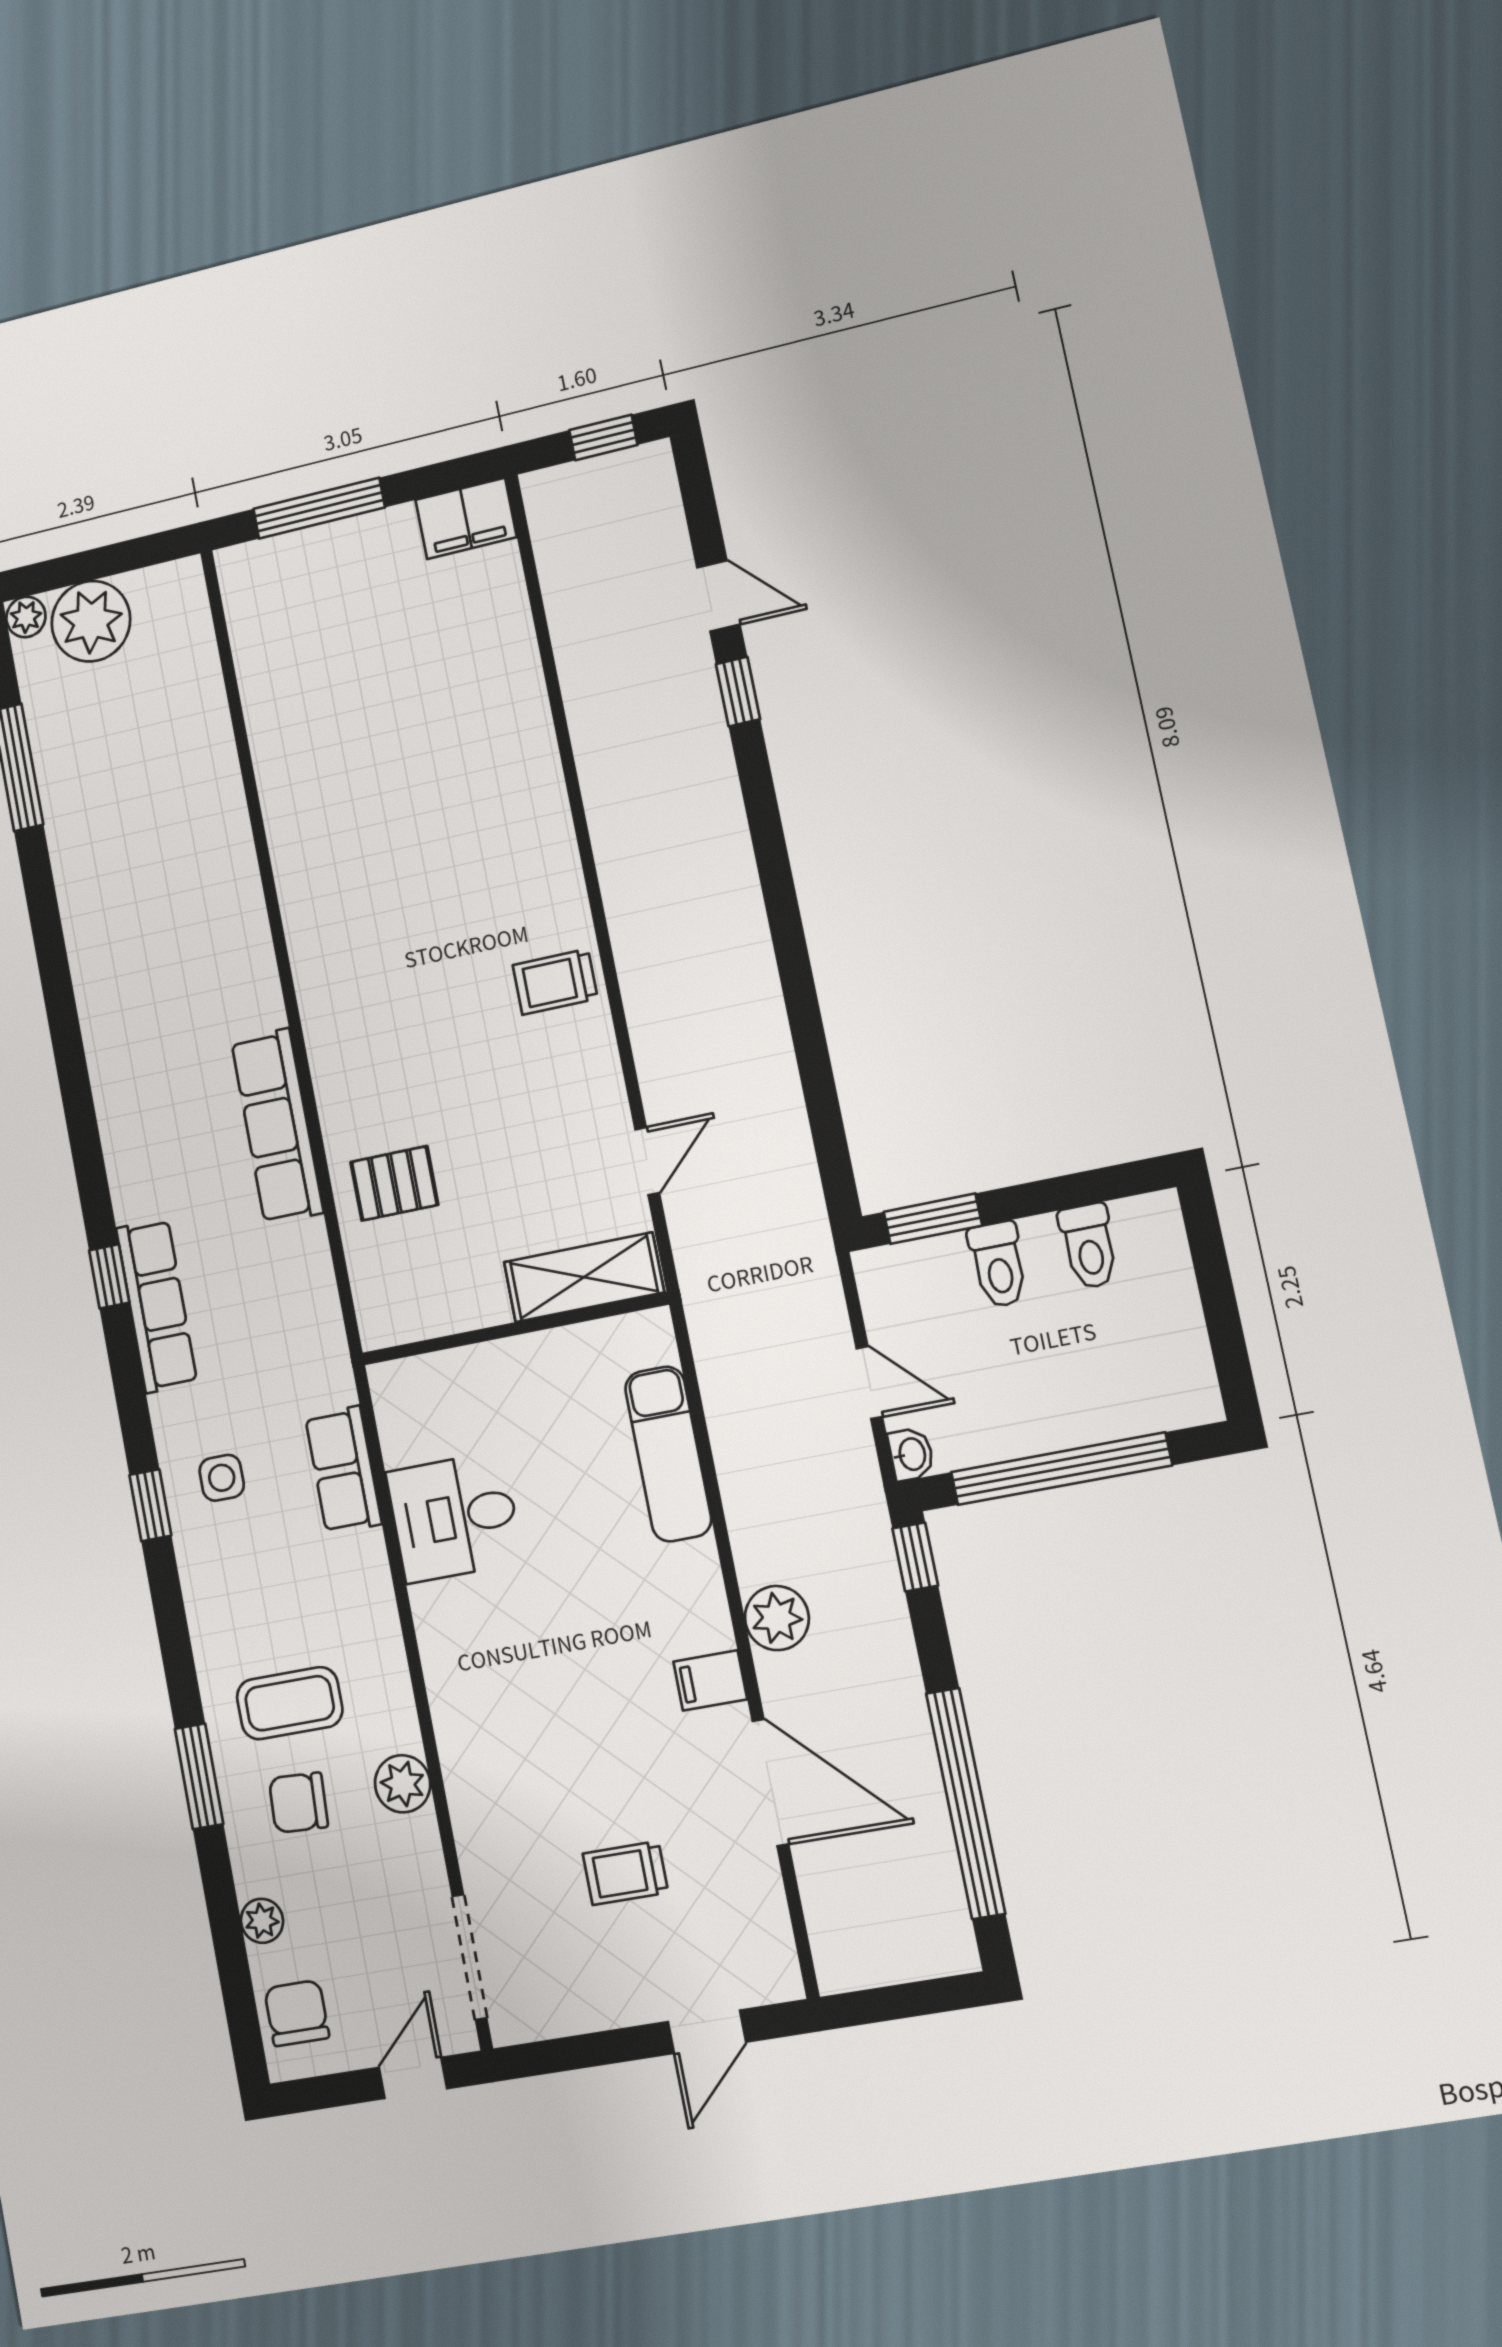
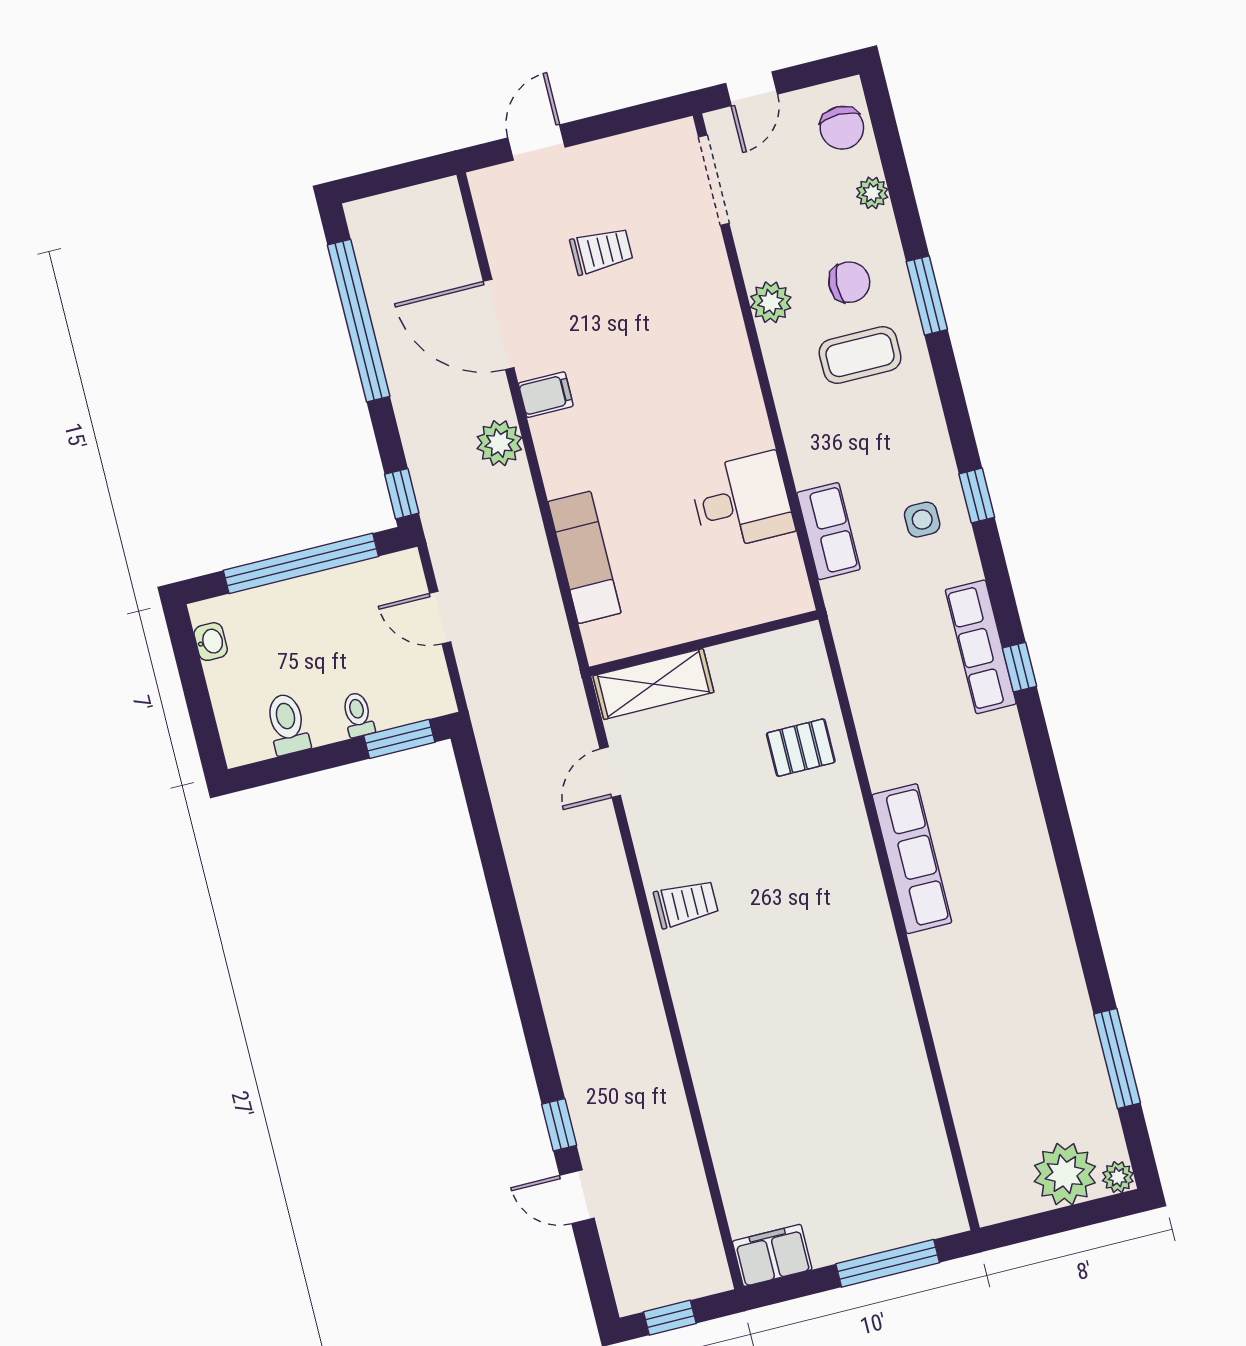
row of seats: (277, 1126) -> (912, 859), moved
toilet: (998, 1264) -> (358, 715), width x0.73, depth x0.72
washbasin: (911, 1454) -> (211, 642), moved, turned 180

